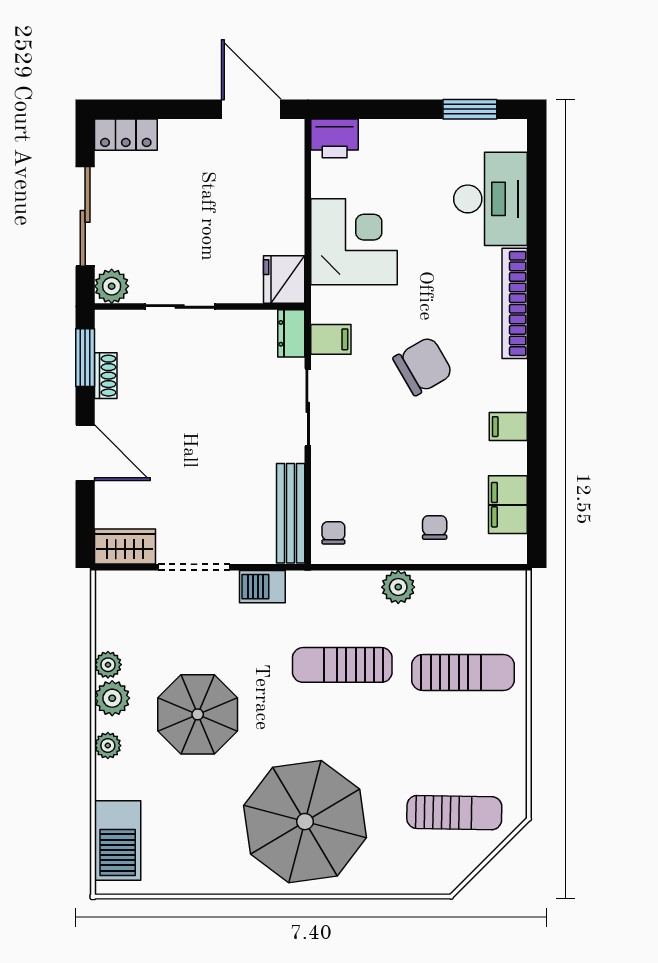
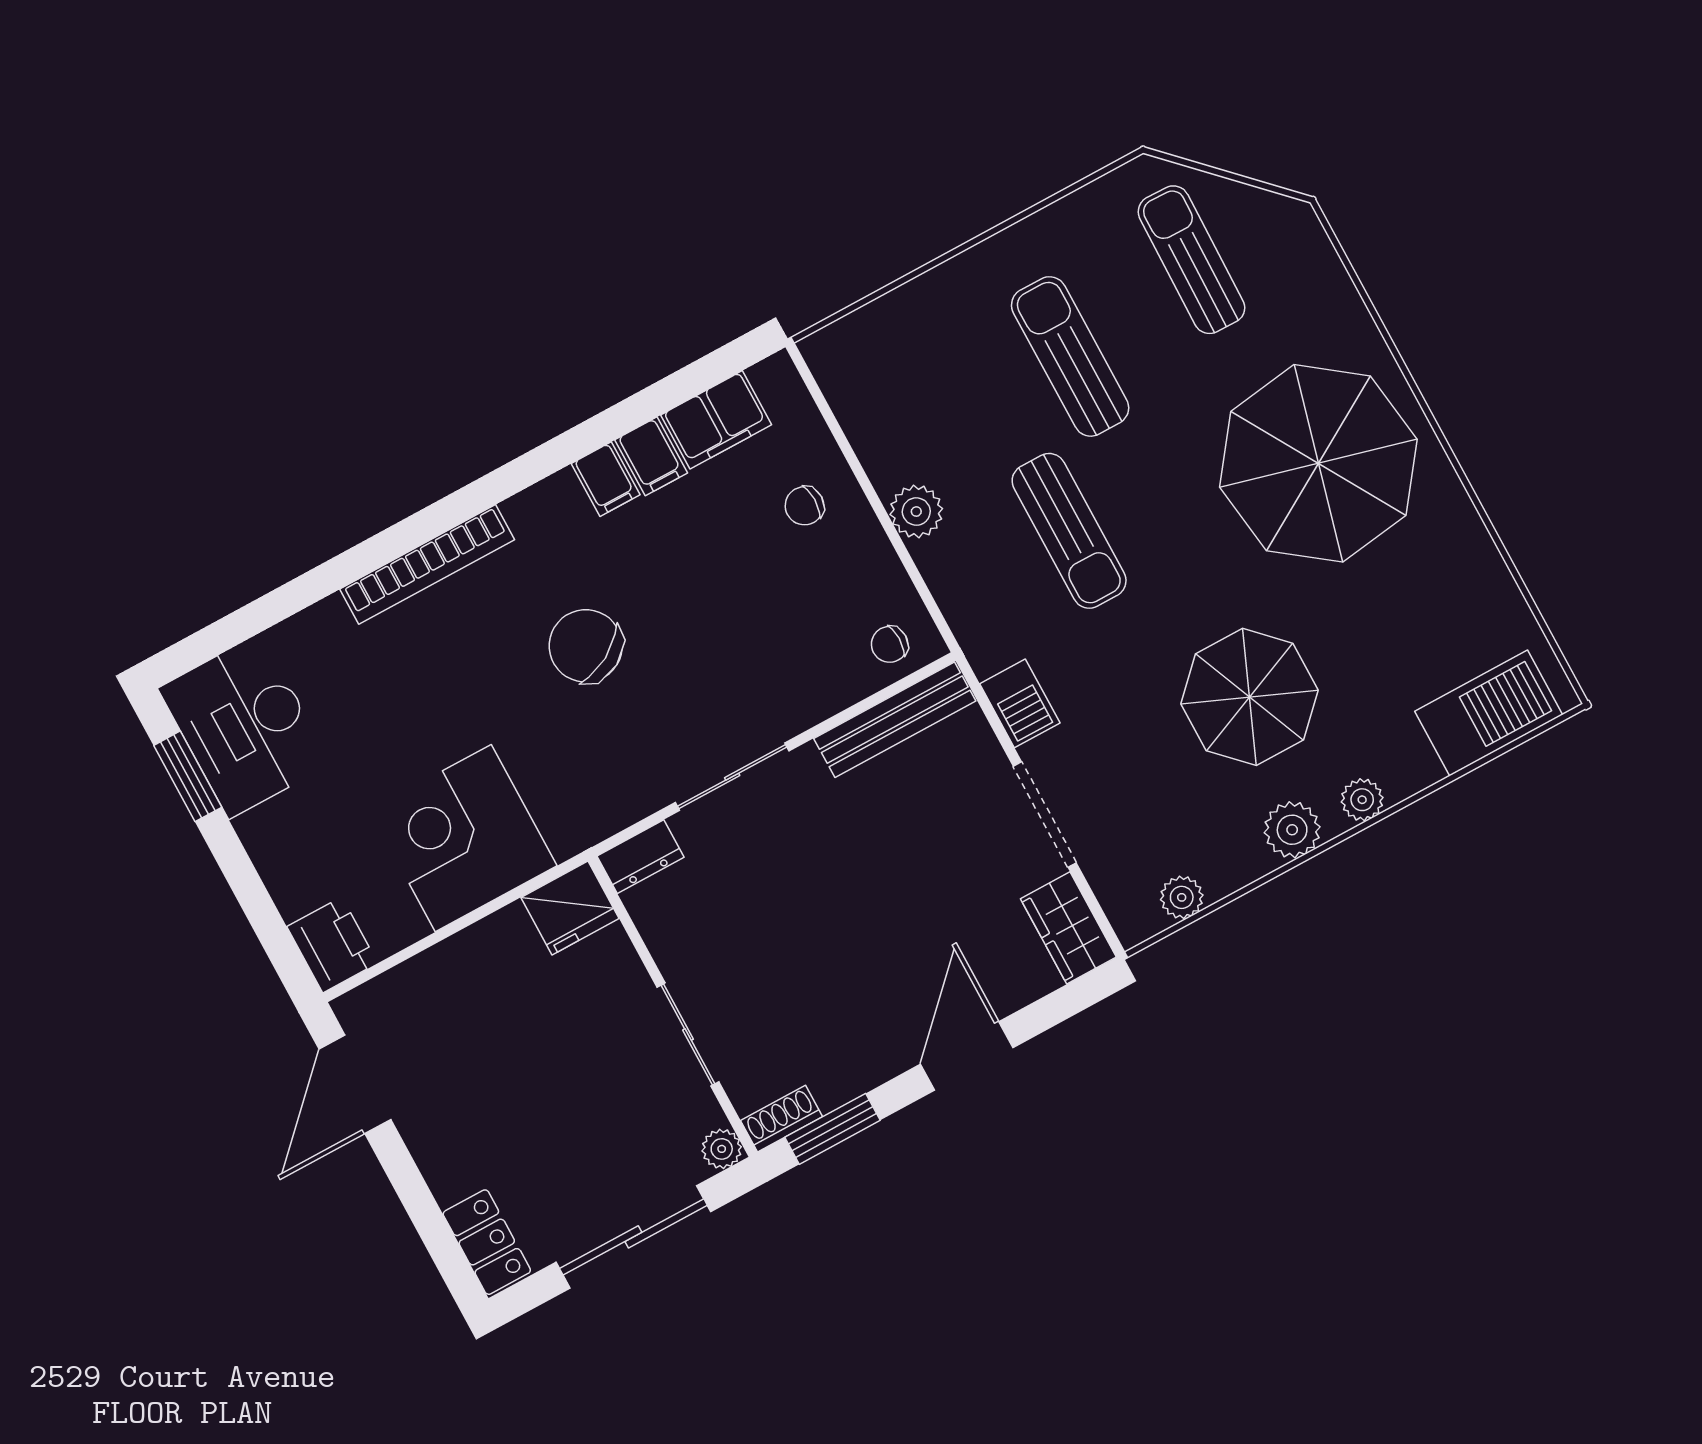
desk: (491, 199) -> (245, 726), moved, turned -90
plant: (112, 286) -> (722, 1149), width x0.73, depth x0.73
filing cabinet: (331, 339) -> (651, 456), moved, turned 180
shoe rack: (106, 376) -> (782, 1119), moved
plant: (108, 665) -> (1182, 897), moved
sun lounger: (463, 673) -> (1070, 356), moved

